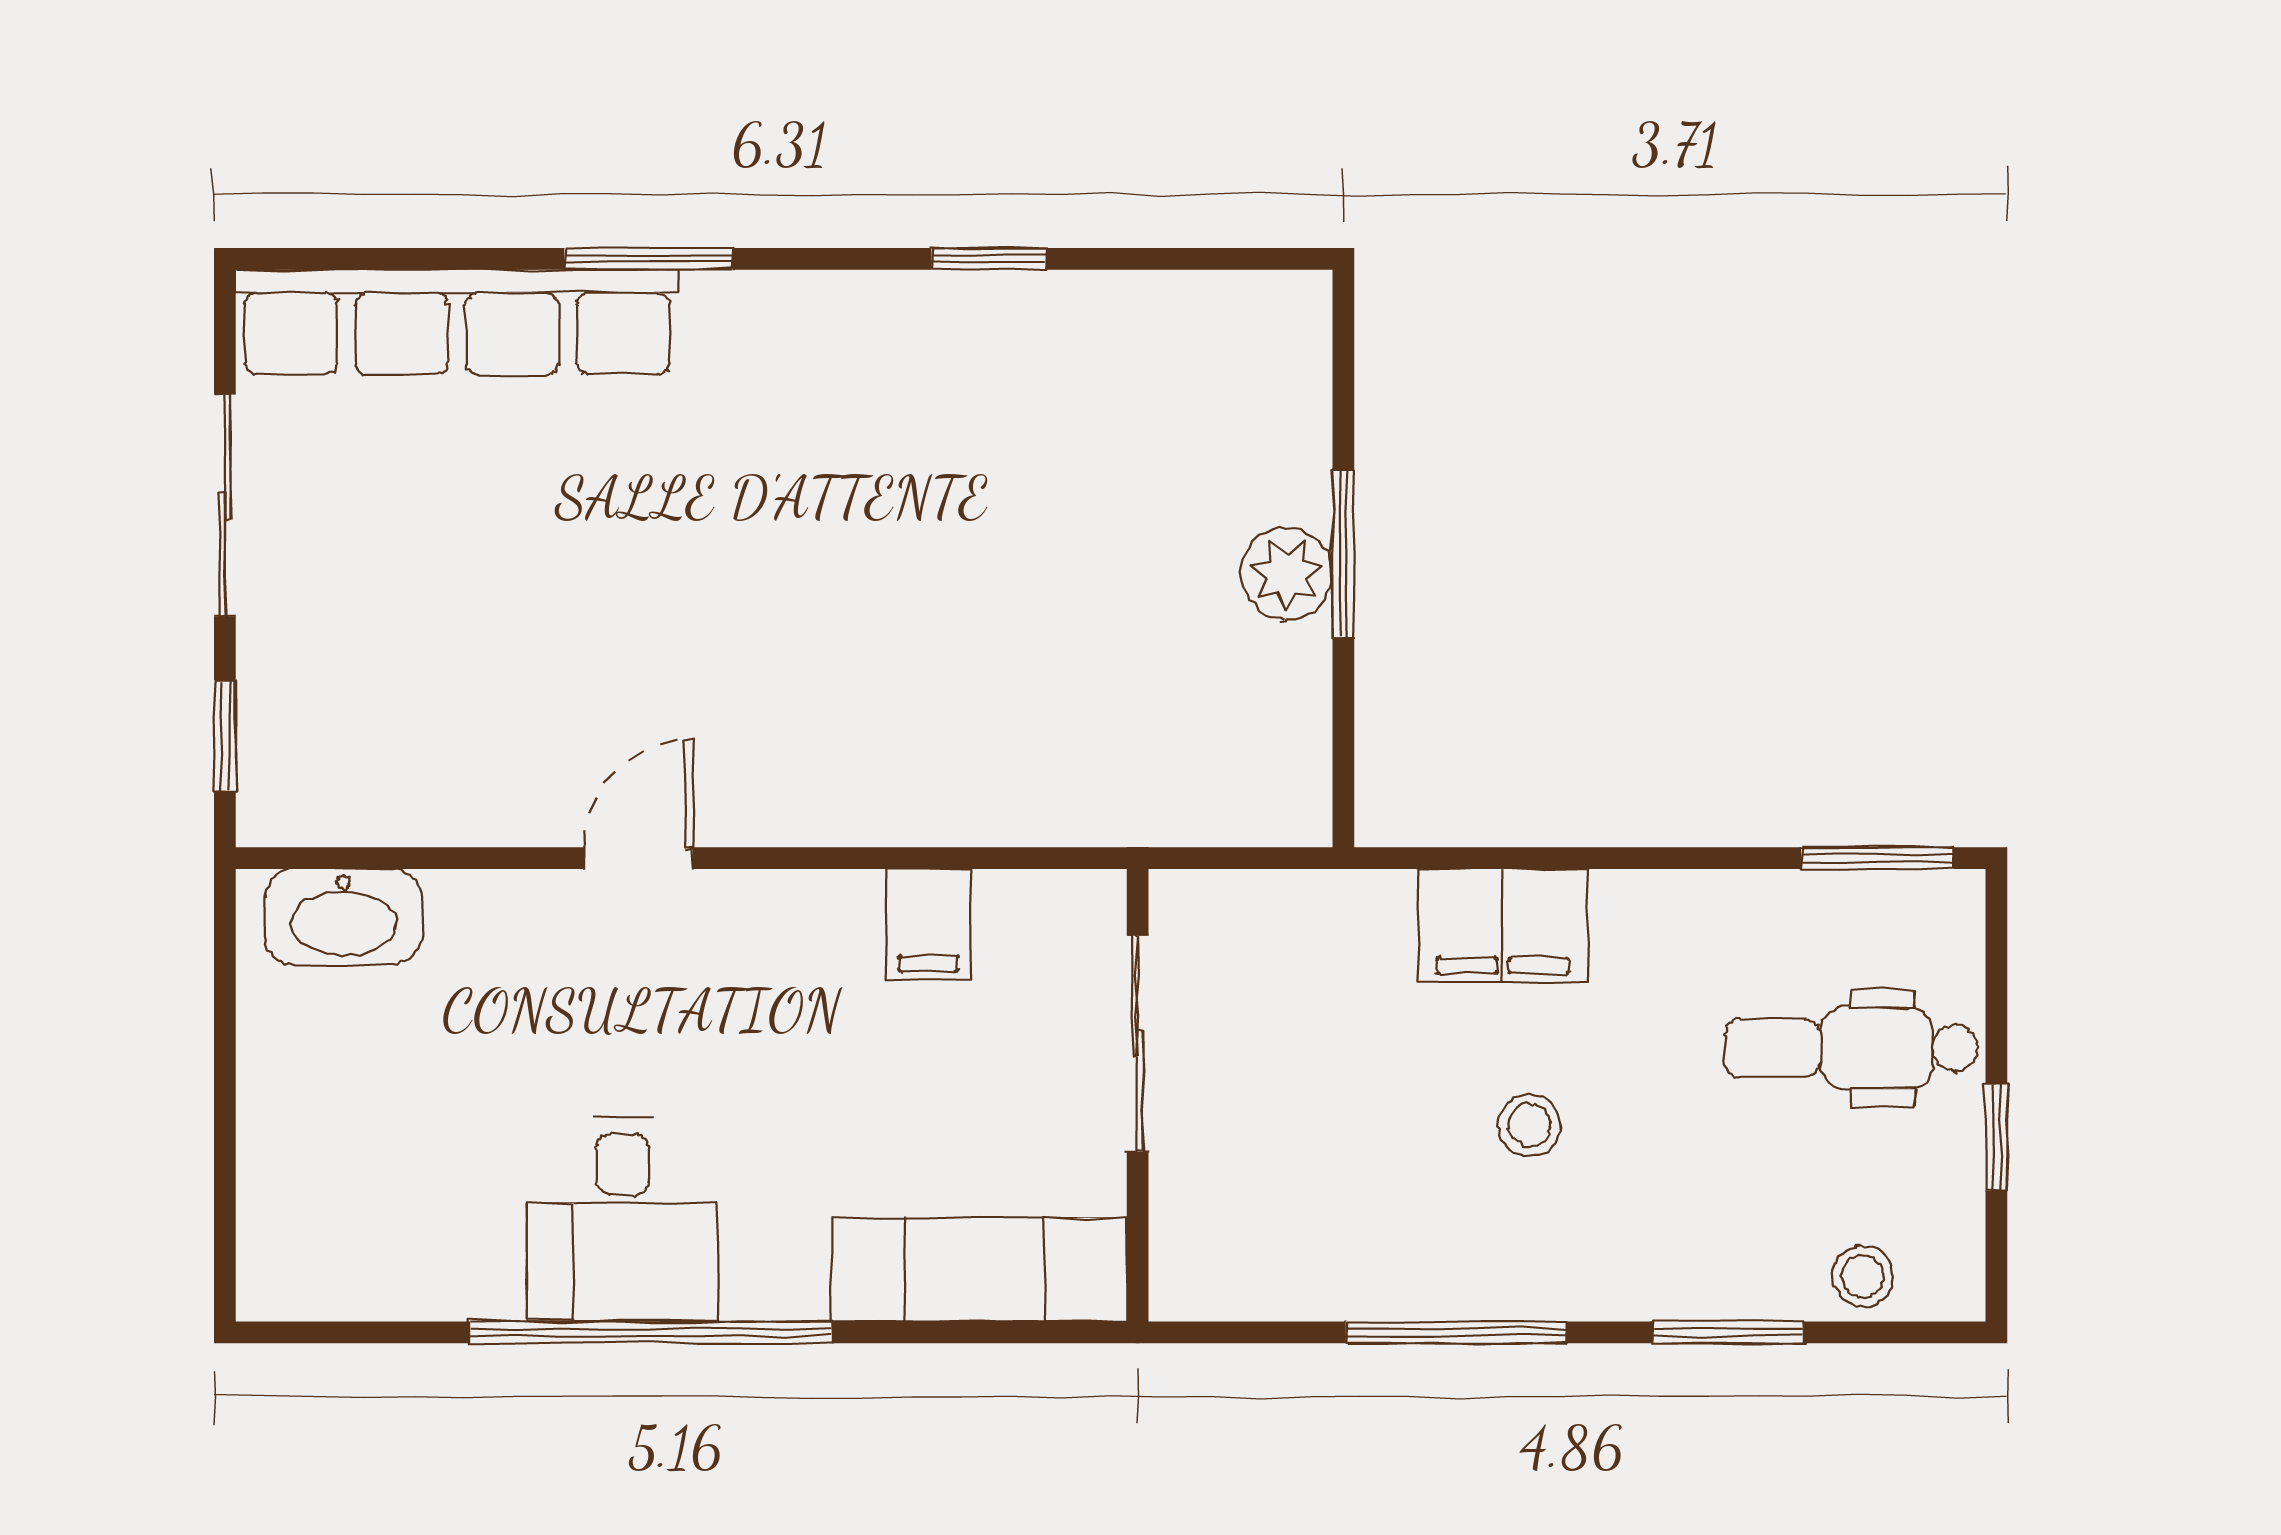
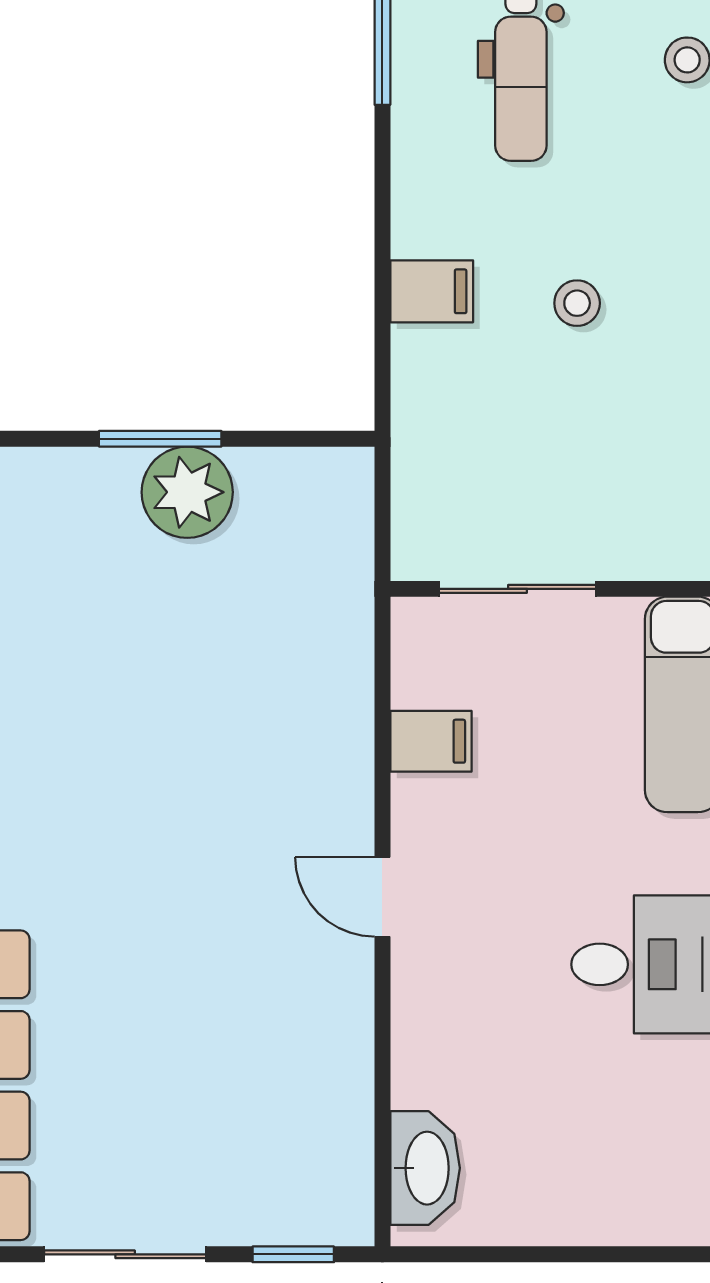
plant: (1287, 574) -> (187, 492), width x1.36, depth x1.36
door: (638, 858) -> (382, 897), moved
filing cabinet: (1503, 926) -> (432, 291), width x0.50

